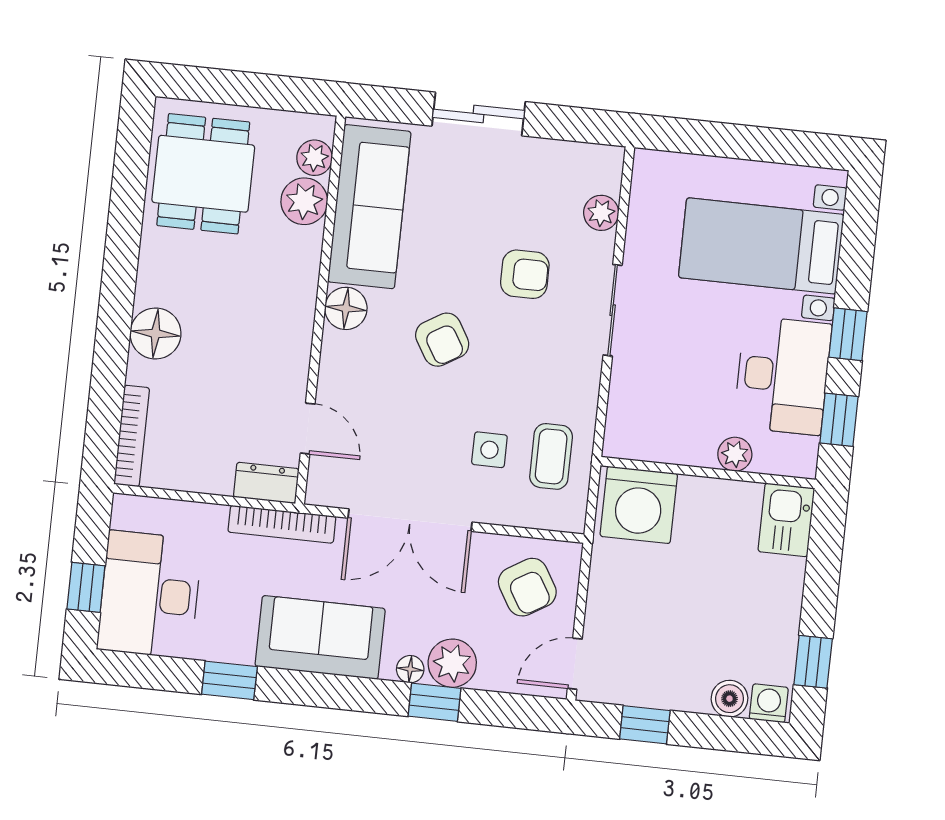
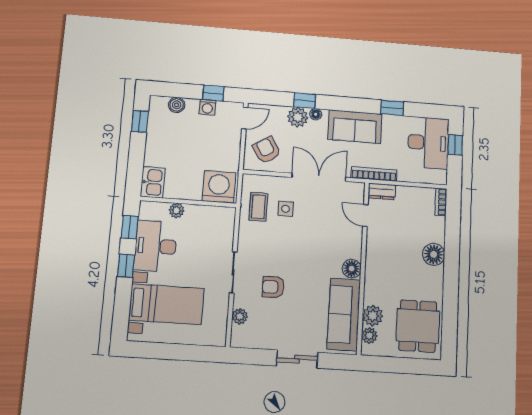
armchair: (442, 340) -> (309, 256), removed
bookcase: (132, 436) -> (441, 202), width x0.64
washing machine: (769, 703) -> (207, 107), moved

